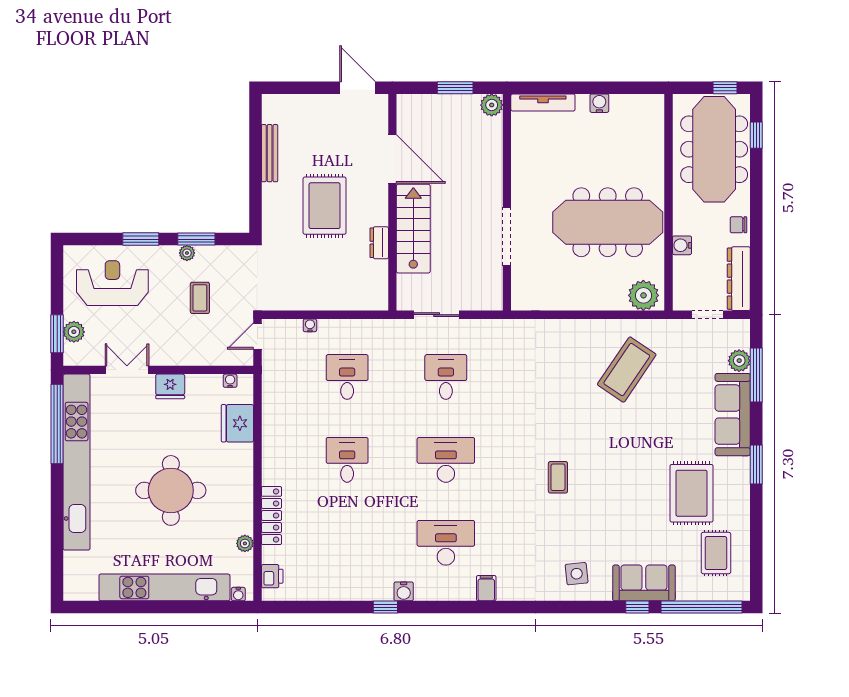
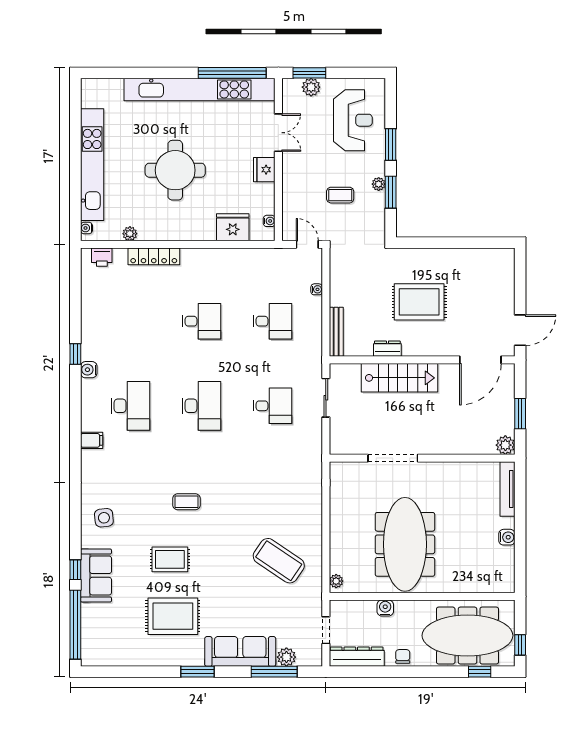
bench: (270, 153) -> (336, 332), moved, turned 90
door: (392, 159) -> (480, 360), moved
plant: (643, 295) -> (336, 581), width x0.53, depth x0.53
rug: (716, 553) -> (170, 559), moved

